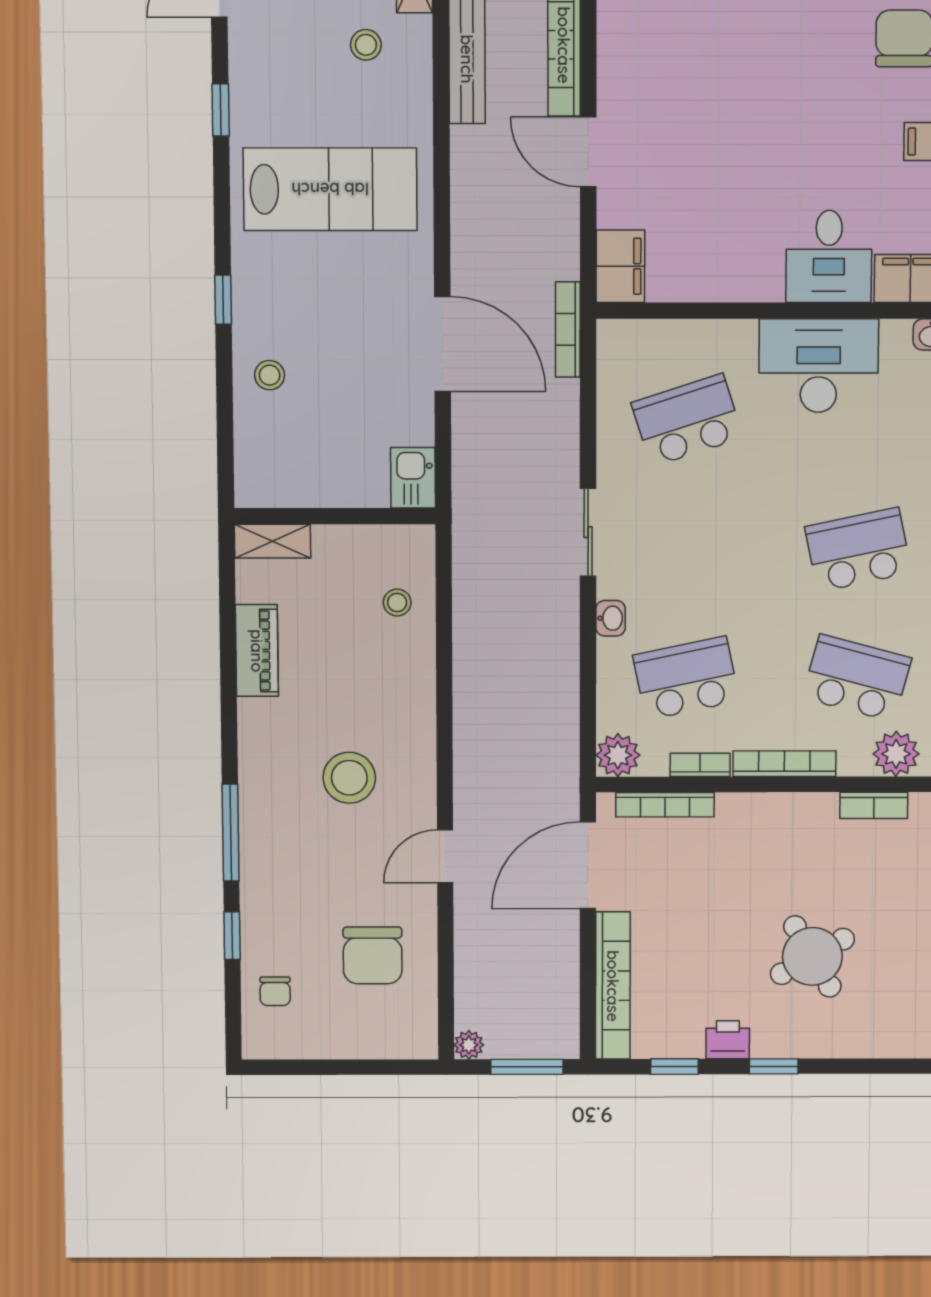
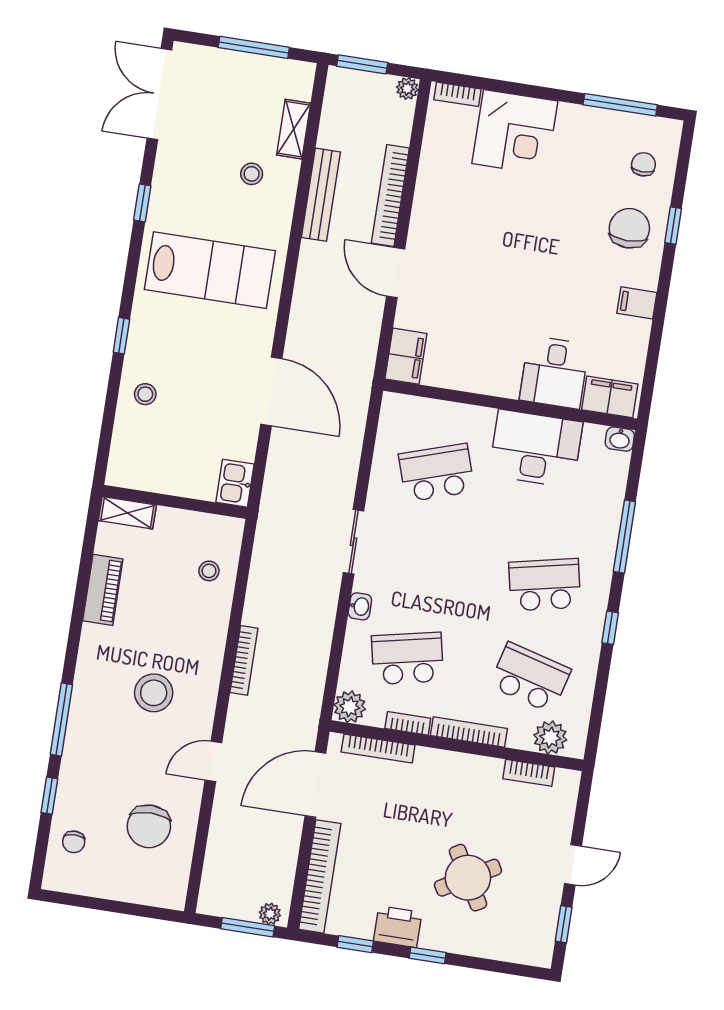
bookcase: (568, 329) -> (244, 660), moved, turned 180
printer: (728, 1040) -> (398, 927), width x1.36, depth x1.24
plant: (469, 1045) -> (270, 914), moved

